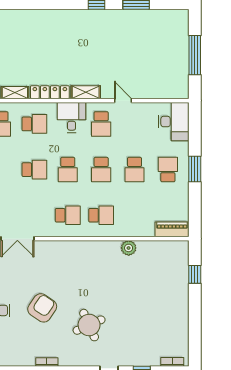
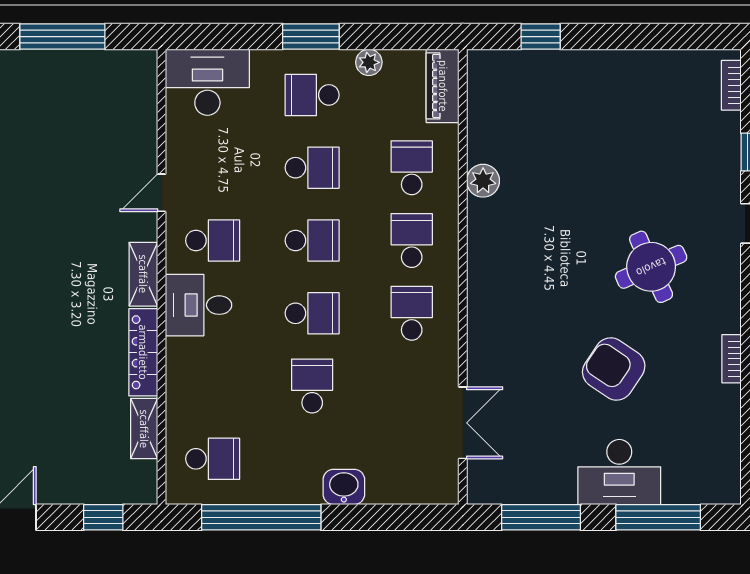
school desk: (34, 124) -> (412, 168), moved
plant: (183, 196) -> (369, 62), added

